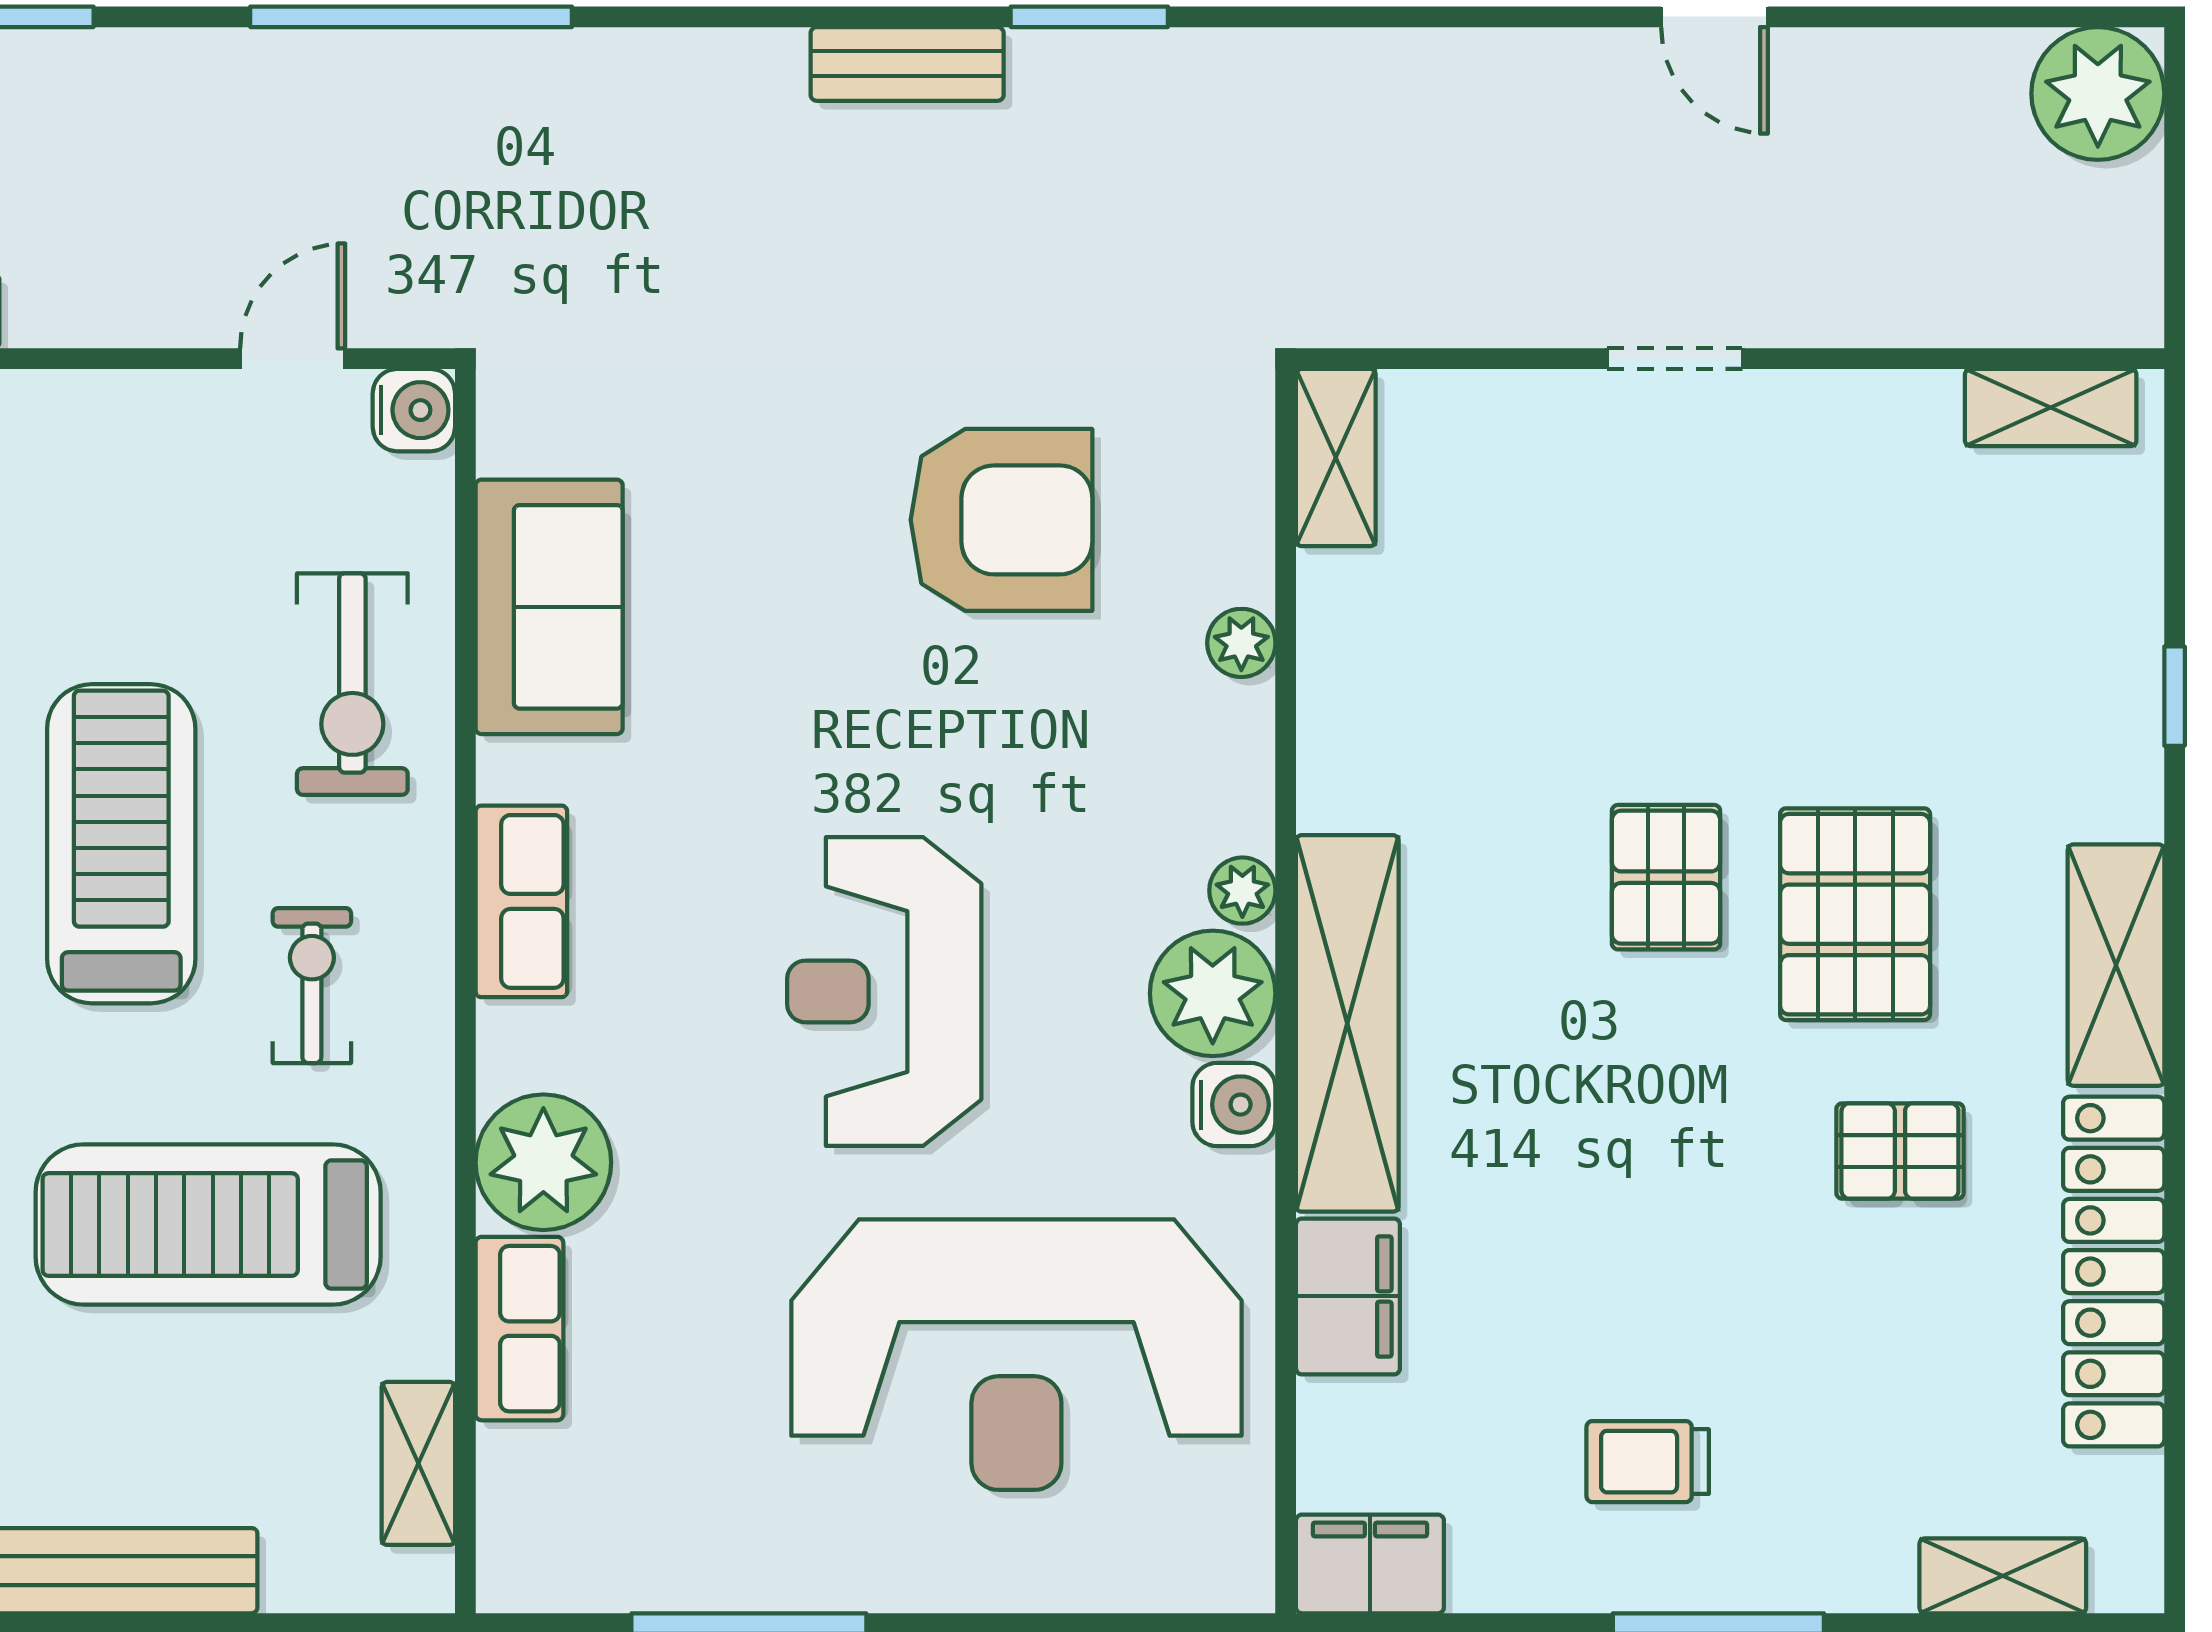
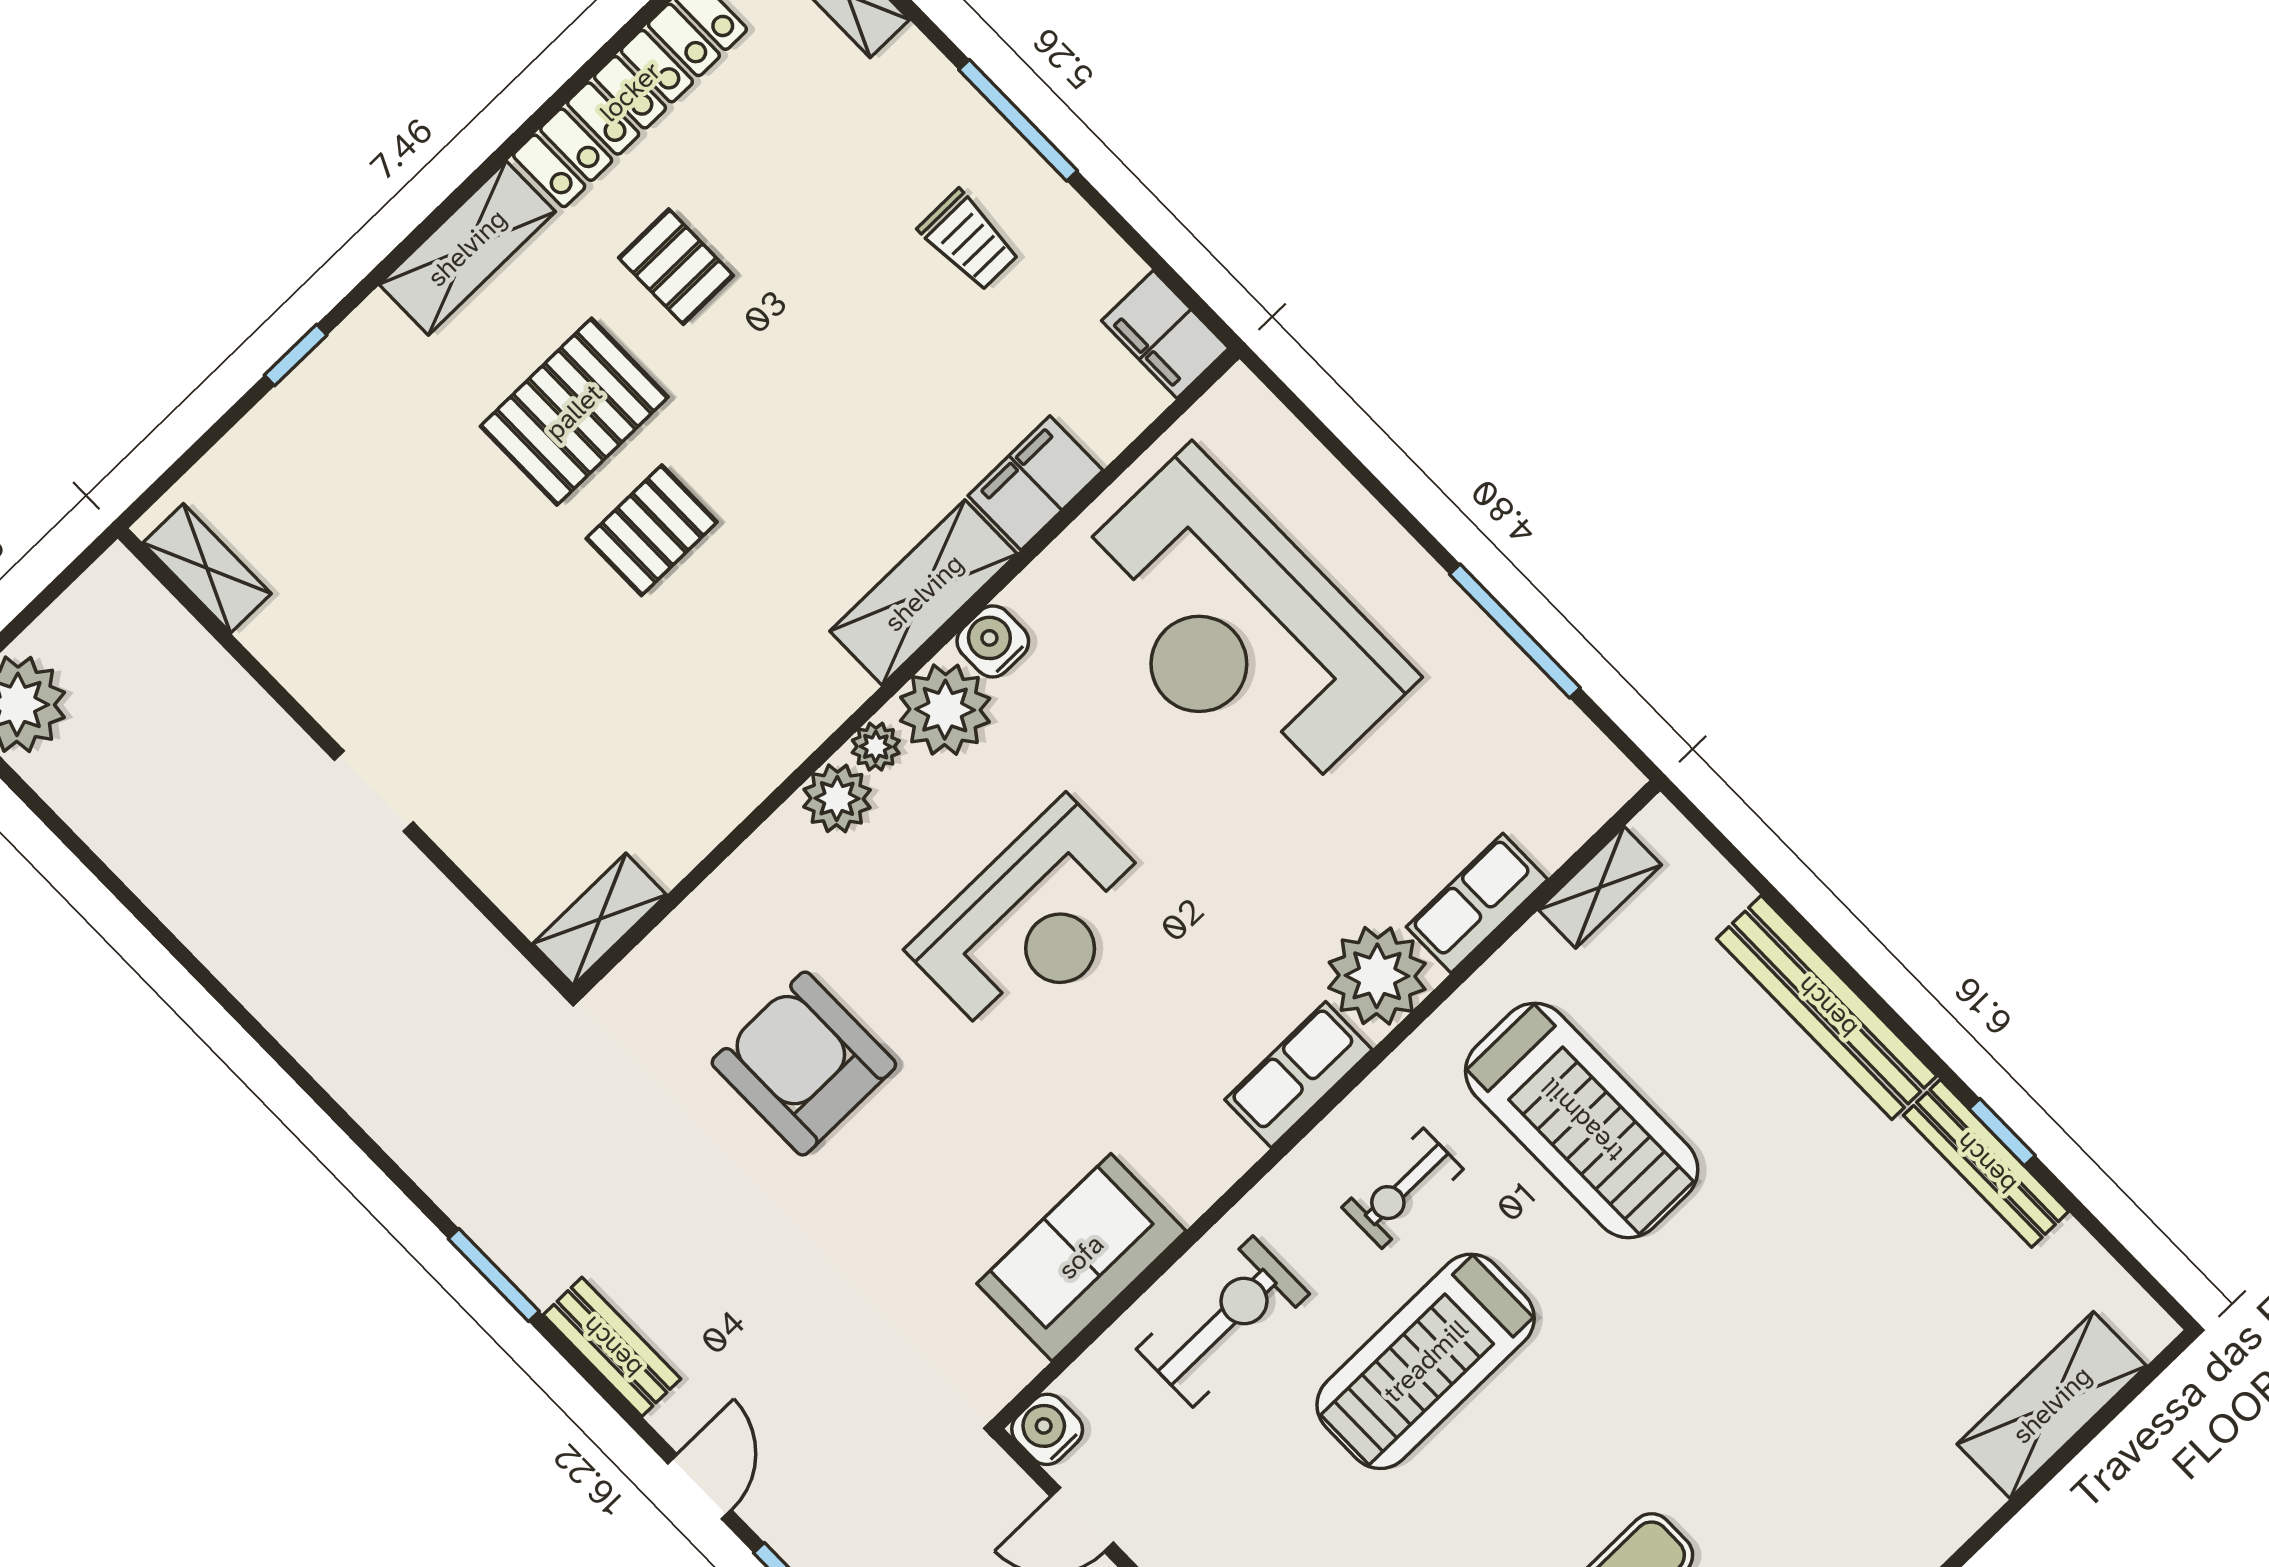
door: (1715, 17) -> (700, 1487), moved
plant: (1241, 643) -> (837, 798), moved, width x1.38, depth x1.38
row of seats: (521, 901) -> (1299, 1075), moved
reception desk: (884, 991) -> (1034, 922), moved
shelving: (1347, 1023) -> (924, 593), width x0.68
reception desk: (1016, 1355) -> (1236, 628), turned 180

